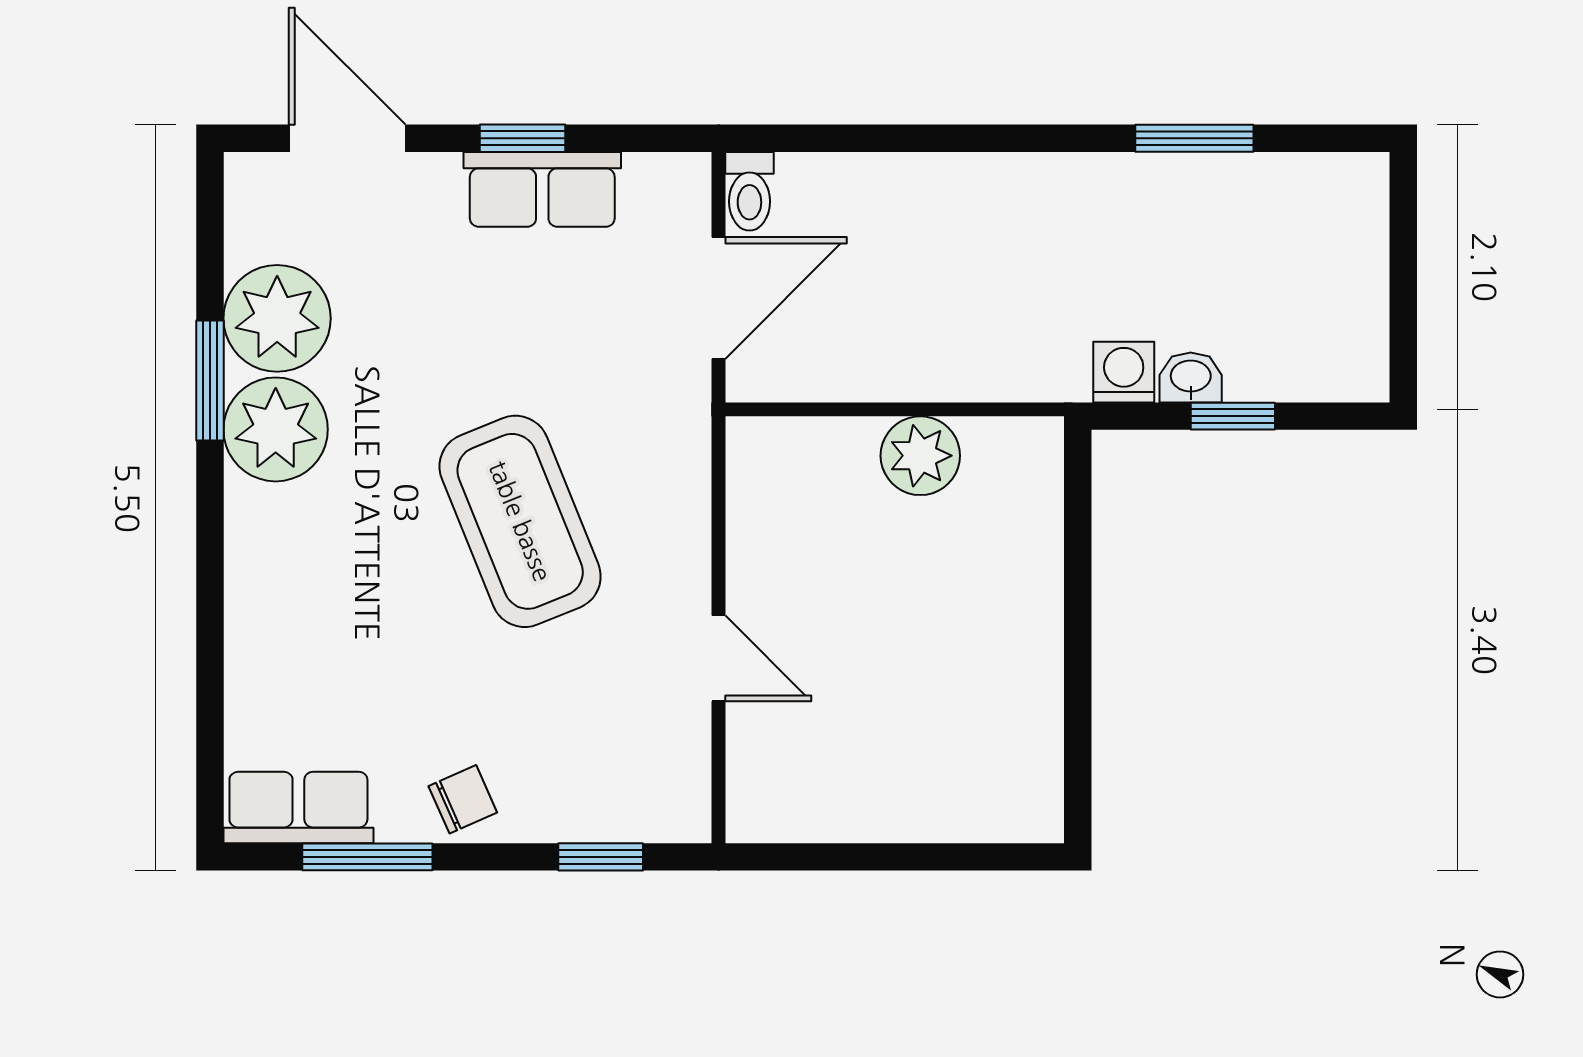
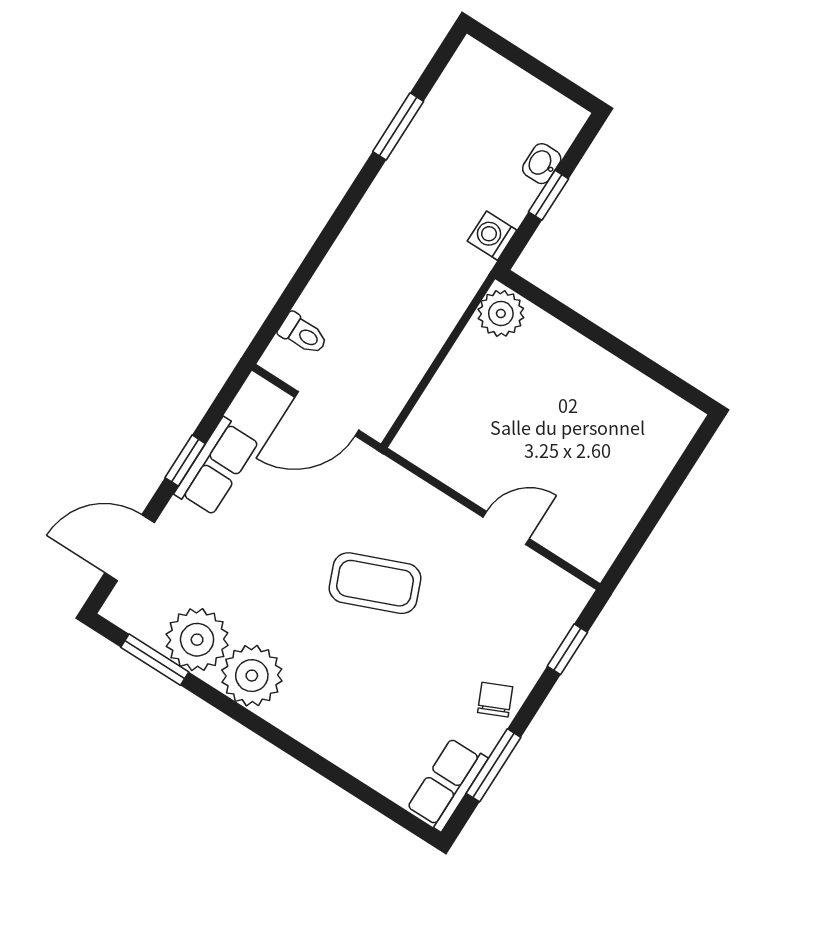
toilet: (749, 191) -> (303, 334), moved
door: (718, 298) -> (327, 414), swing flipped
washbasin: (1191, 378) -> (542, 164), moved
window: (210, 381) -> (155, 660), moved
plant: (920, 456) -> (501, 313), moved
coffee table: (520, 521) -> (375, 583), width x0.73, depth x0.76

